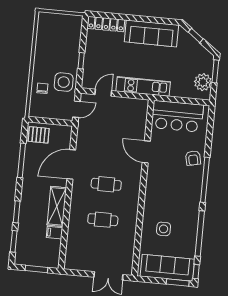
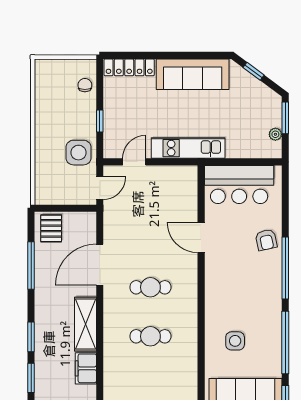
plant: (203, 82) -> (275, 134), width x0.53, depth x0.53
chair: (42, 88) -> (85, 85), moved
pallet: (39, 135) -> (51, 228), turned 90
filing cabinet: (54, 233) -> (86, 368), width x2.00

